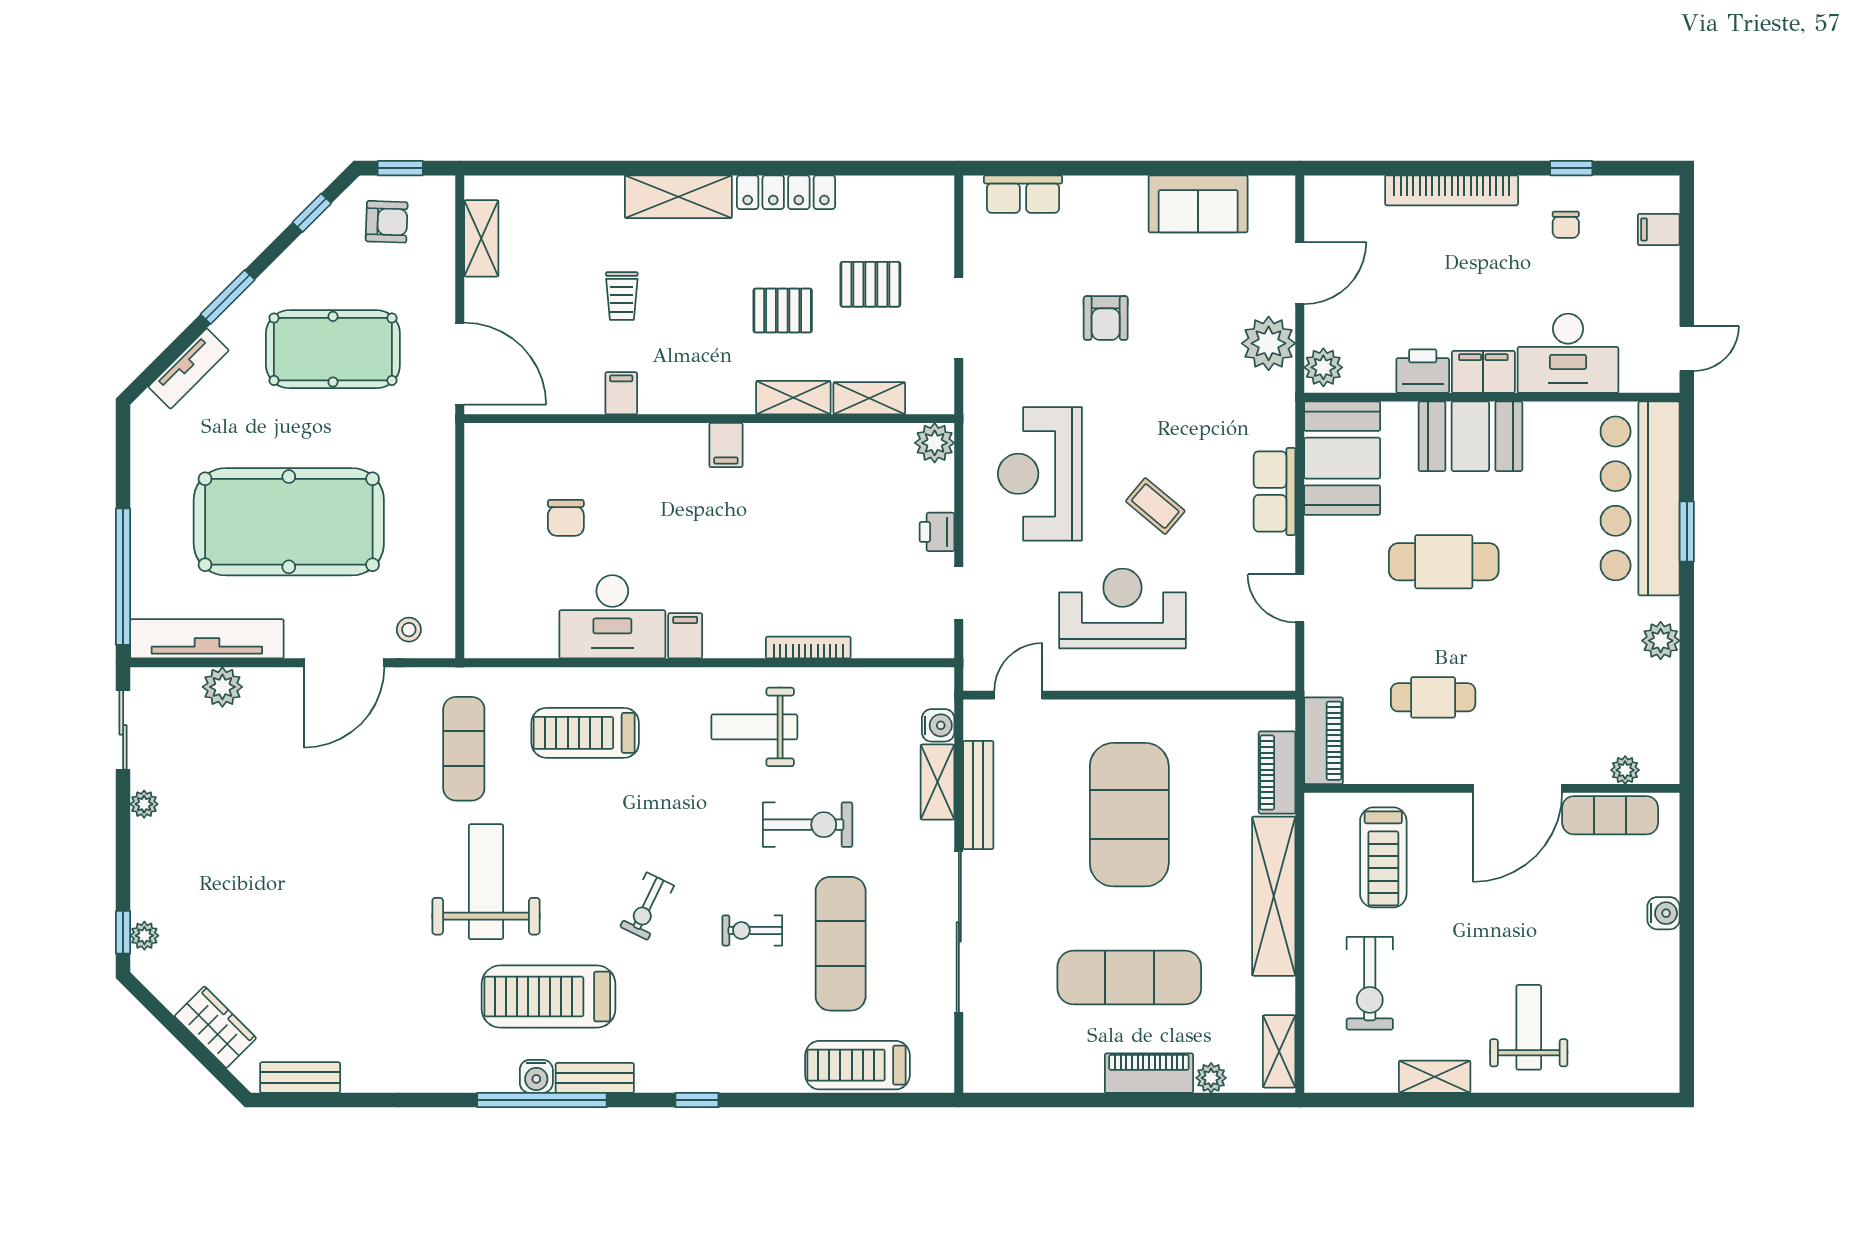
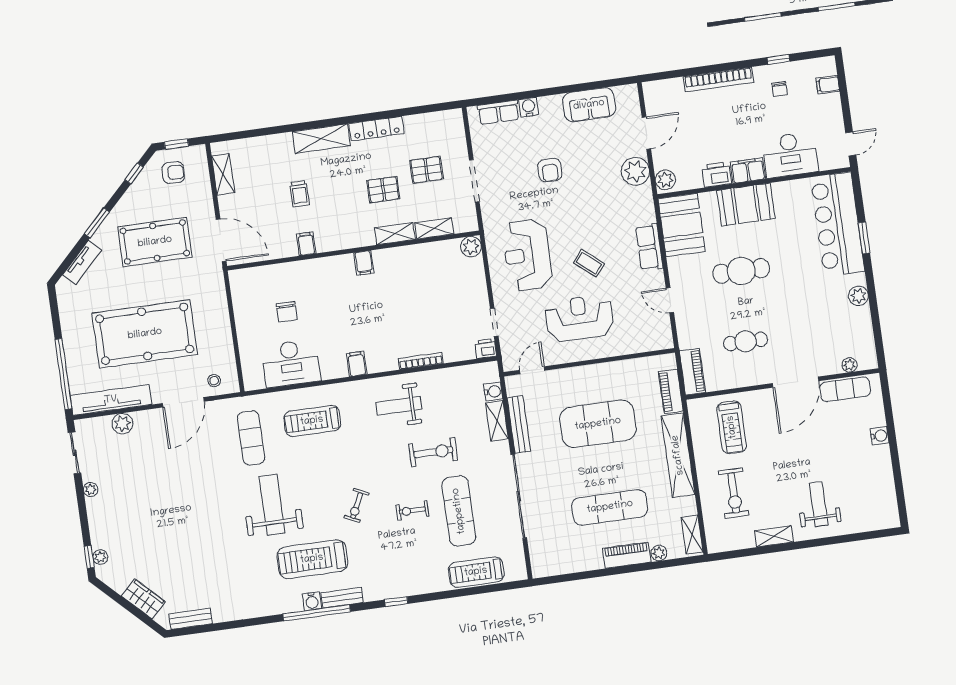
water cooler: (1082, 192) -> (529, 107), added
printer: (937, 532) -> (486, 348), moved, turned 90
desk: (612, 617) -> (291, 363), moved
exercise mat: (1129, 815) -> (598, 424), turned 90

